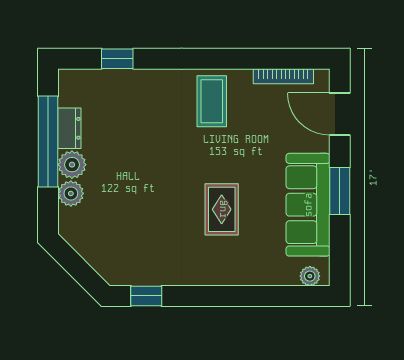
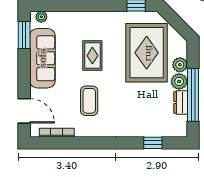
coffee table: (212, 101) -> (89, 101), moved
window: (340, 191) -> (24, 35), moved
rug: (128, 214) -> (147, 53), added

